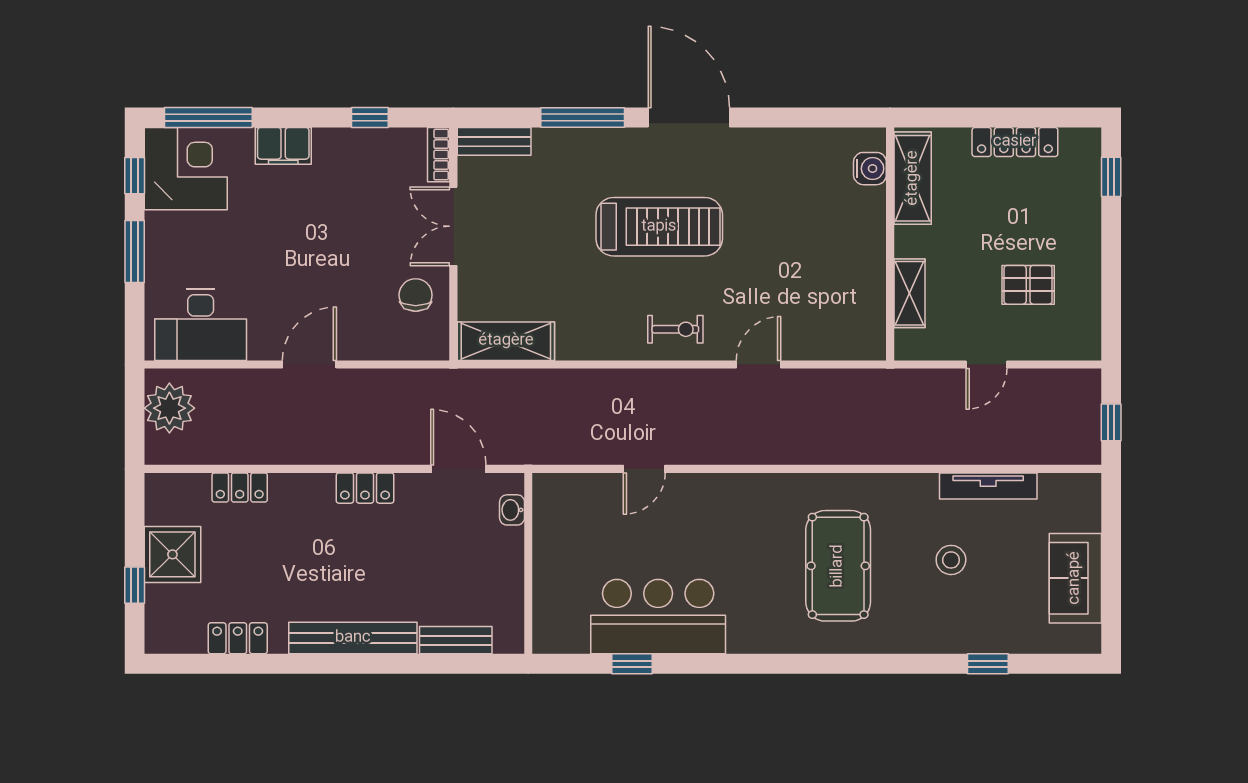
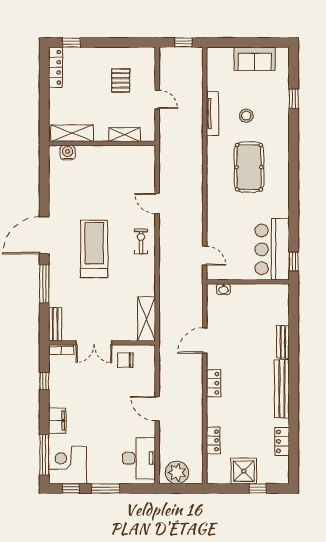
locker: (1015, 142) -> (55, 67), moved
tv unit: (988, 486) -> (212, 114), moved
washbasin: (512, 510) -> (223, 289), moved
wall: (528, 563) -> (248, 282), moved
pool table: (838, 566) -> (249, 167), turned 90

